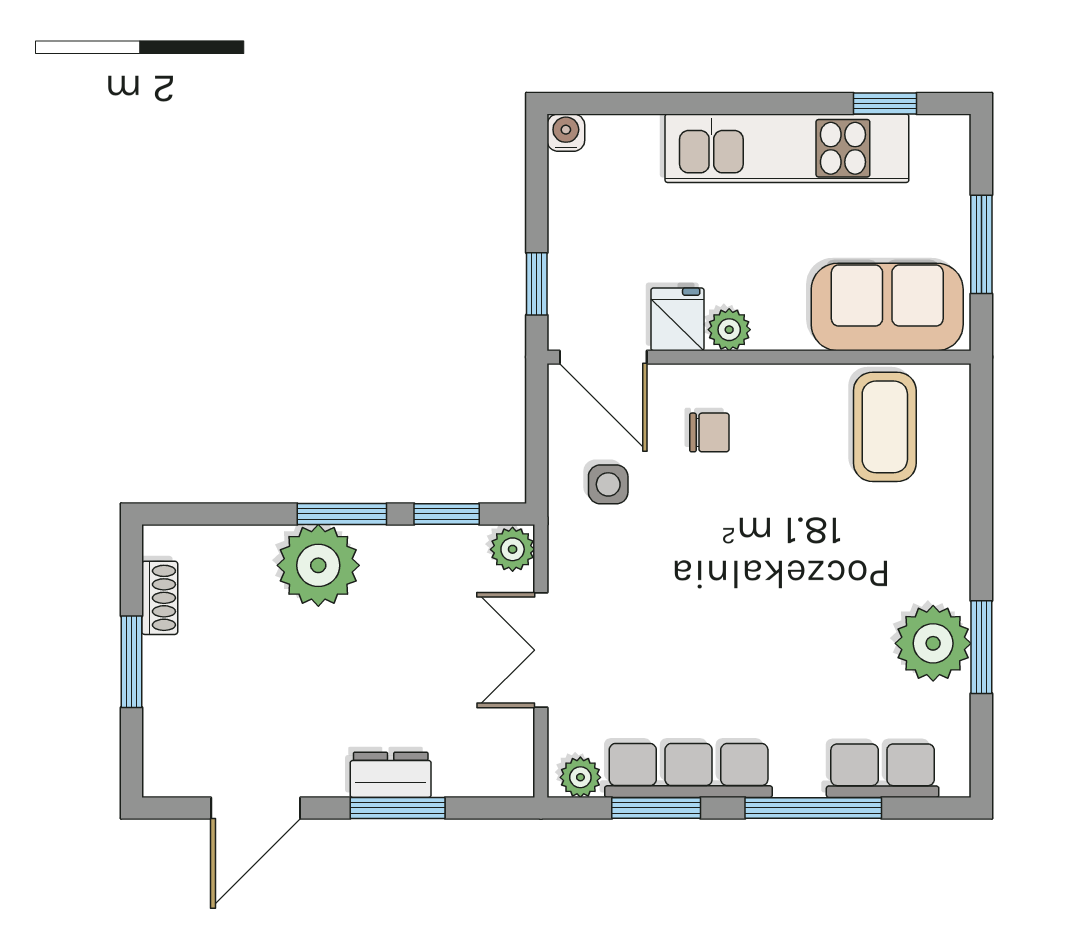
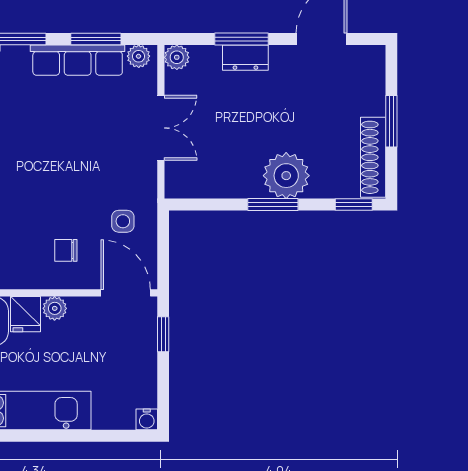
fridge: (677, 319) -> (26, 314), moved
window: (447, 514) -> (354, 205), moved
plant: (513, 549) -> (177, 57), moved
shoe rack: (160, 598) -> (373, 157), width x1.94, depth x1.24

